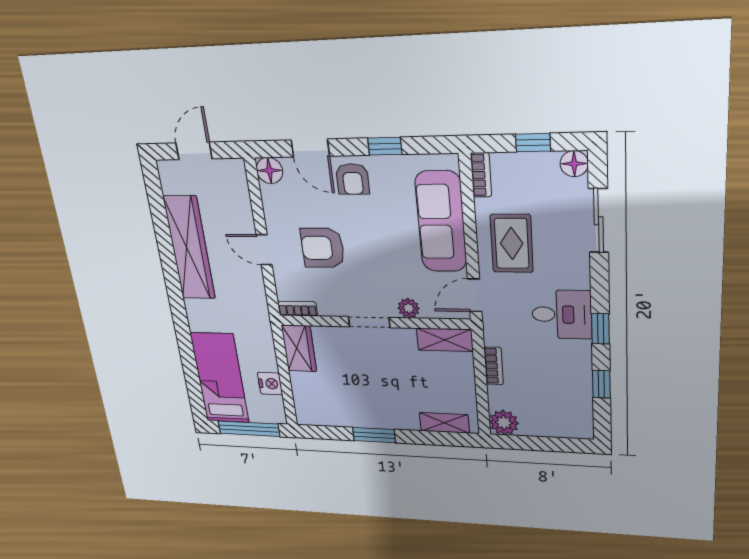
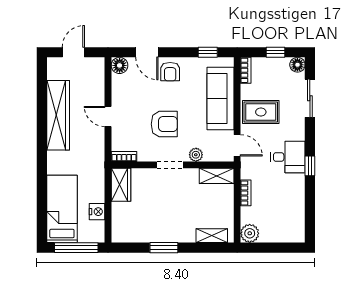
window: (385, 146) -> (208, 52), moved
rug: (512, 243) -> (261, 112), turned 90
armchair: (323, 248) -> (164, 124), moved, turned 180
door: (475, 295) -> (237, 145), swing flipped
window: (601, 384) -> (310, 203), removed

